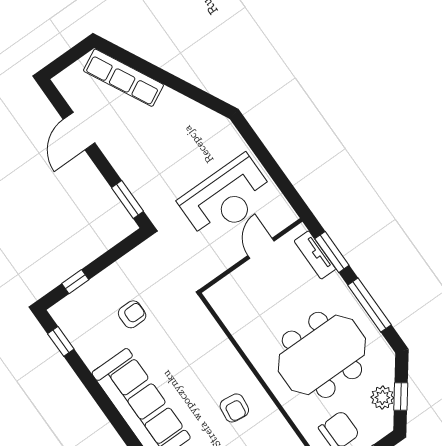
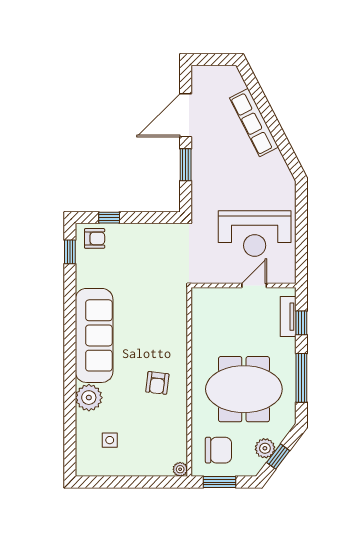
row of seats: (123, 78) -> (254, 123), moved
door: (79, 131) -> (186, 115), width x1.36
window: (127, 199) -> (186, 165), moved
window: (332, 252) -> (301, 323), width x0.67
armchair: (132, 314) -> (95, 238), moved

